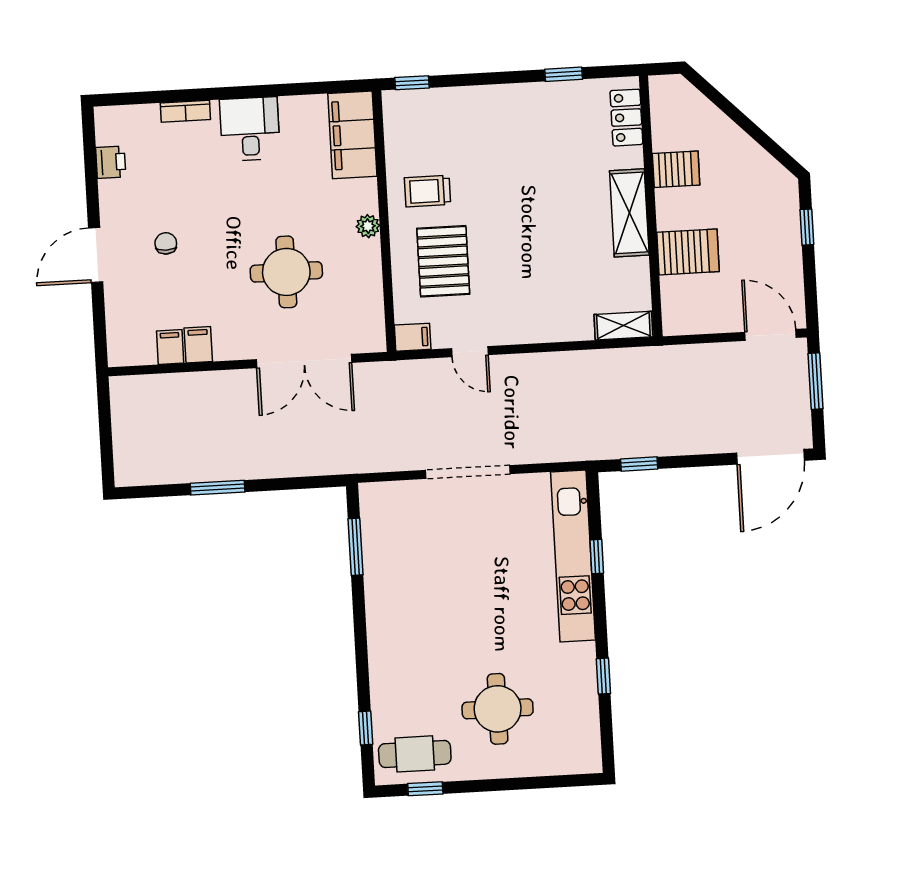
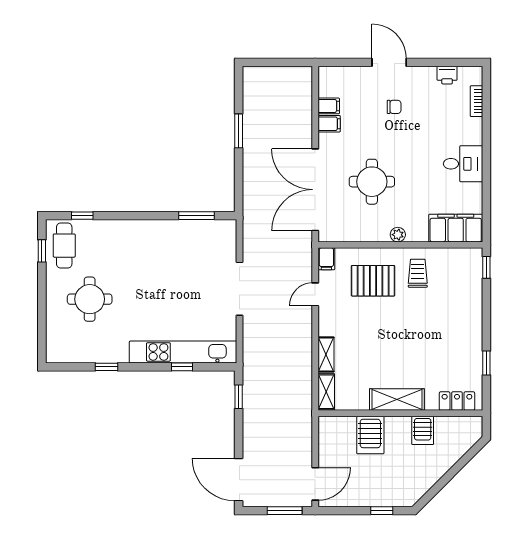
bookcase: (185, 111) -> (476, 101), moved
shelving: (564, 329) -> (326, 354), added
double door: (304, 361) -> (315, 190), width x1.36

